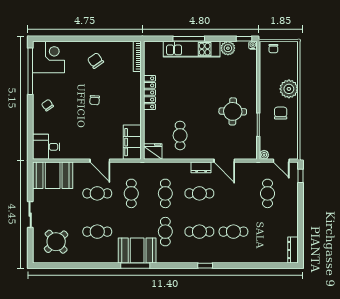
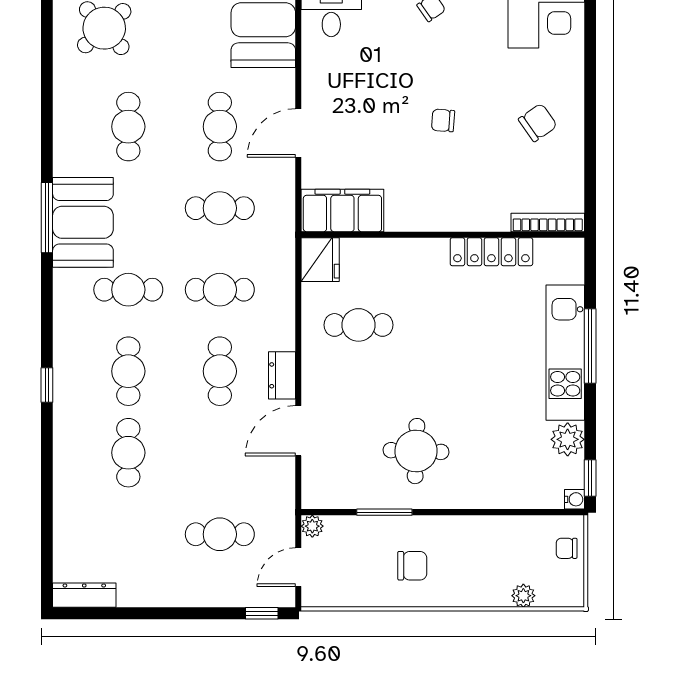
plant: (289, 89) -> (523, 596), moved, width x0.53, depth x0.53
locker: (149, 92) -> (491, 252), moved

